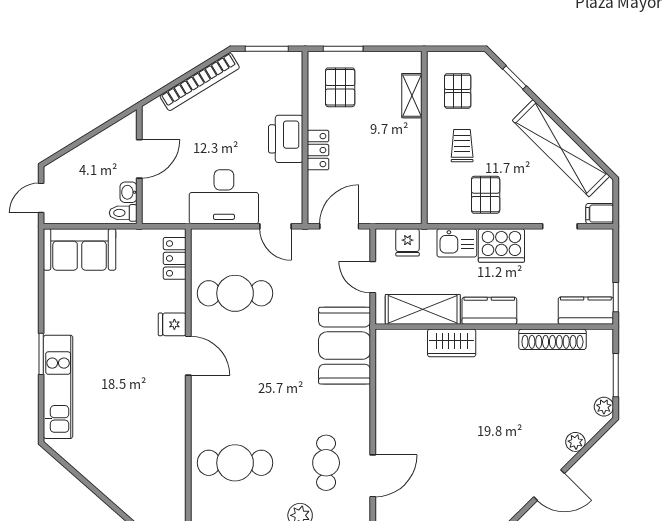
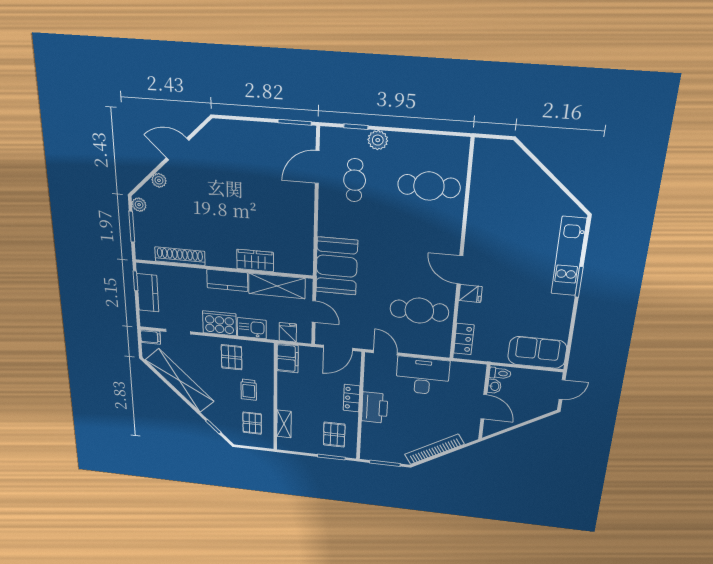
door: (139, 159) -> (484, 407), swing flipped
filing cabinet: (408, 202) -> (288, 358), added
kitchen counter: (586, 311) -> (148, 293), moved, turned -90

